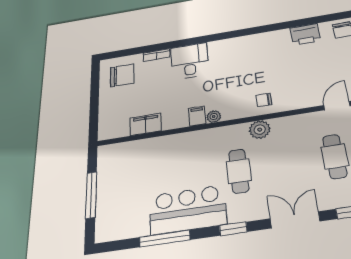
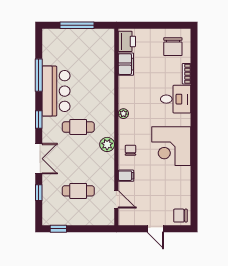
printer: (305, 34) -> (127, 41), moved, turned 180
corner desk: (252, 55) -> (171, 146), added
filing cabinet: (197, 116) -> (126, 176), moved

